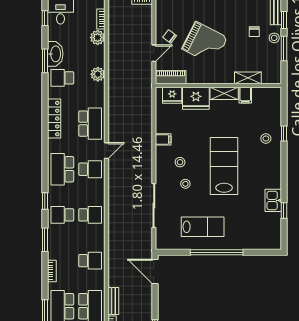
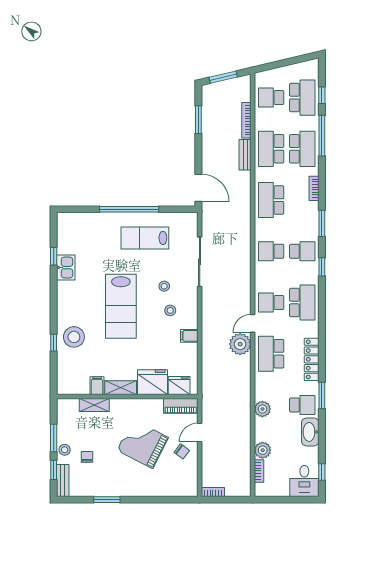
window: (45, 61) -> (322, 396), moved
plant: (118, 132) -> (240, 344), added
stool: (266, 138) -> (74, 337), width x1.89, depth x1.89
school desk: (90, 261) -> (271, 200), width x1.85

